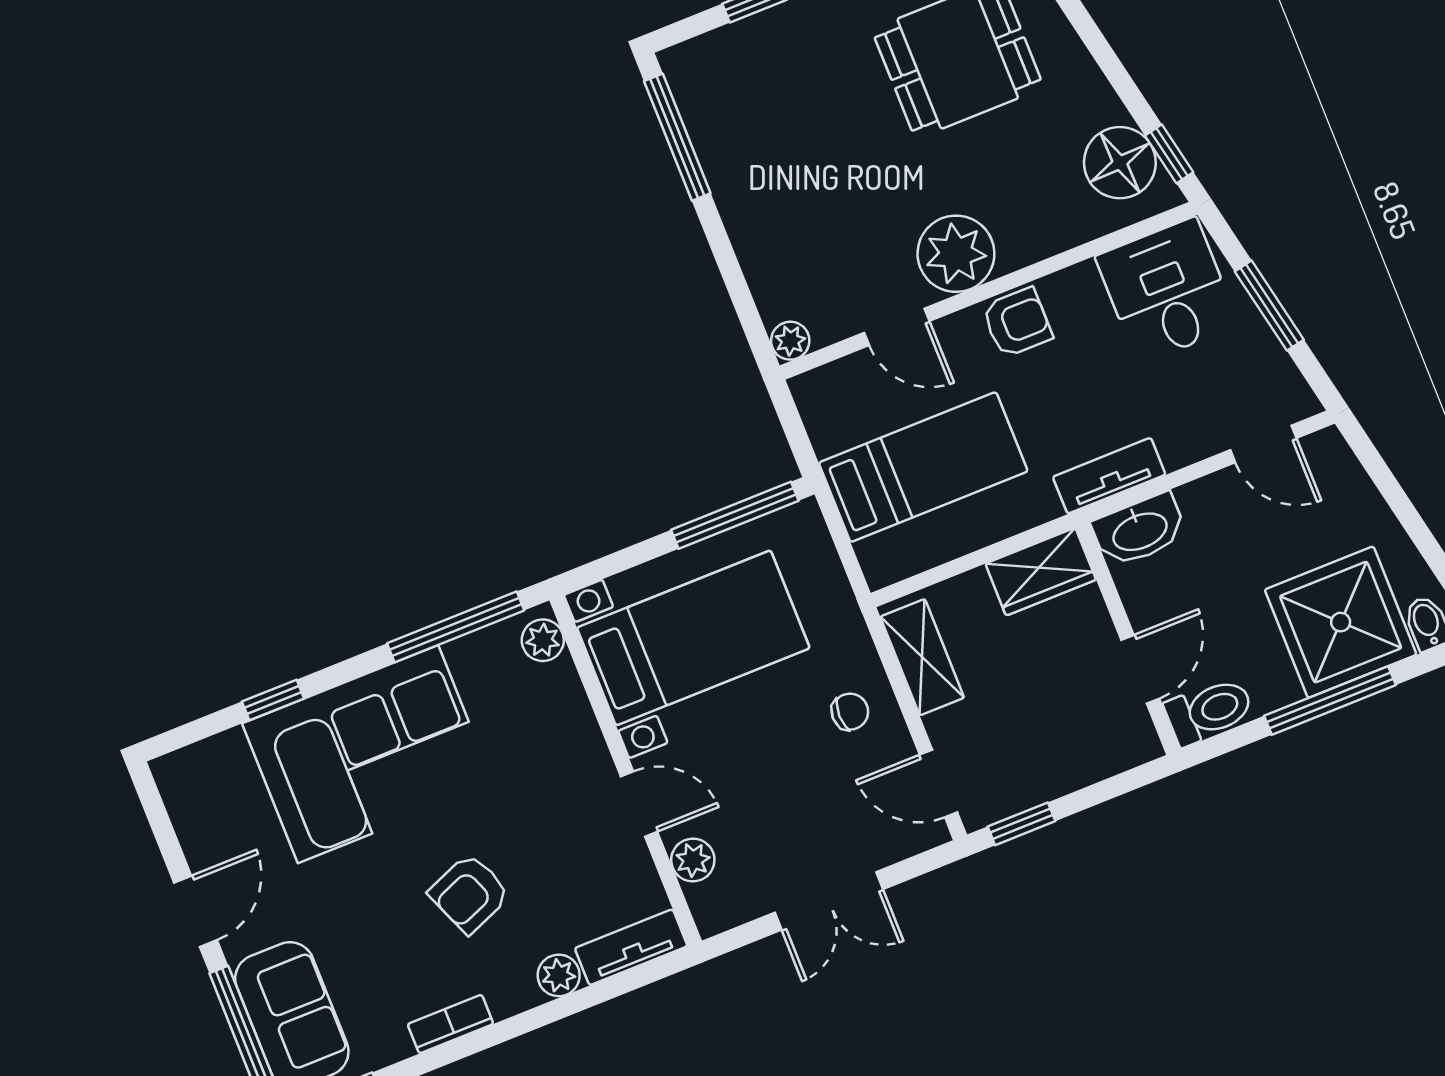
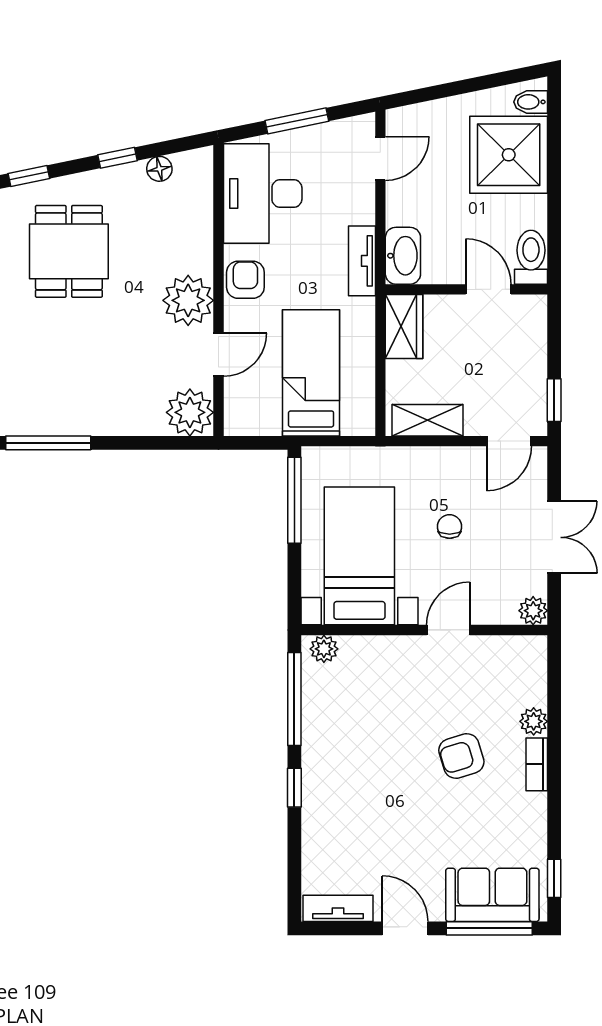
window: (1169, 154) -> (117, 158), moved
floor lamp: (1120, 163) -> (159, 169), width x0.53, depth x0.53
desk: (1167, 291) -> (263, 194), width x1.37
plant: (790, 341) -> (190, 412), width x1.88, depth x1.88
window: (273, 700) -> (294, 788), moved
window: (1330, 700) -> (554, 180), removed
chair: (850, 712) -> (450, 527), moved
corner sofa: (368, 754) -> (351, 784), removed
plant: (693, 860) -> (533, 611), moved
armchair: (469, 893) -> (461, 756), turned 95
tv unit: (631, 947) -> (338, 908), moved, turned 90
bookcase: (450, 1024) -> (537, 764), moved

